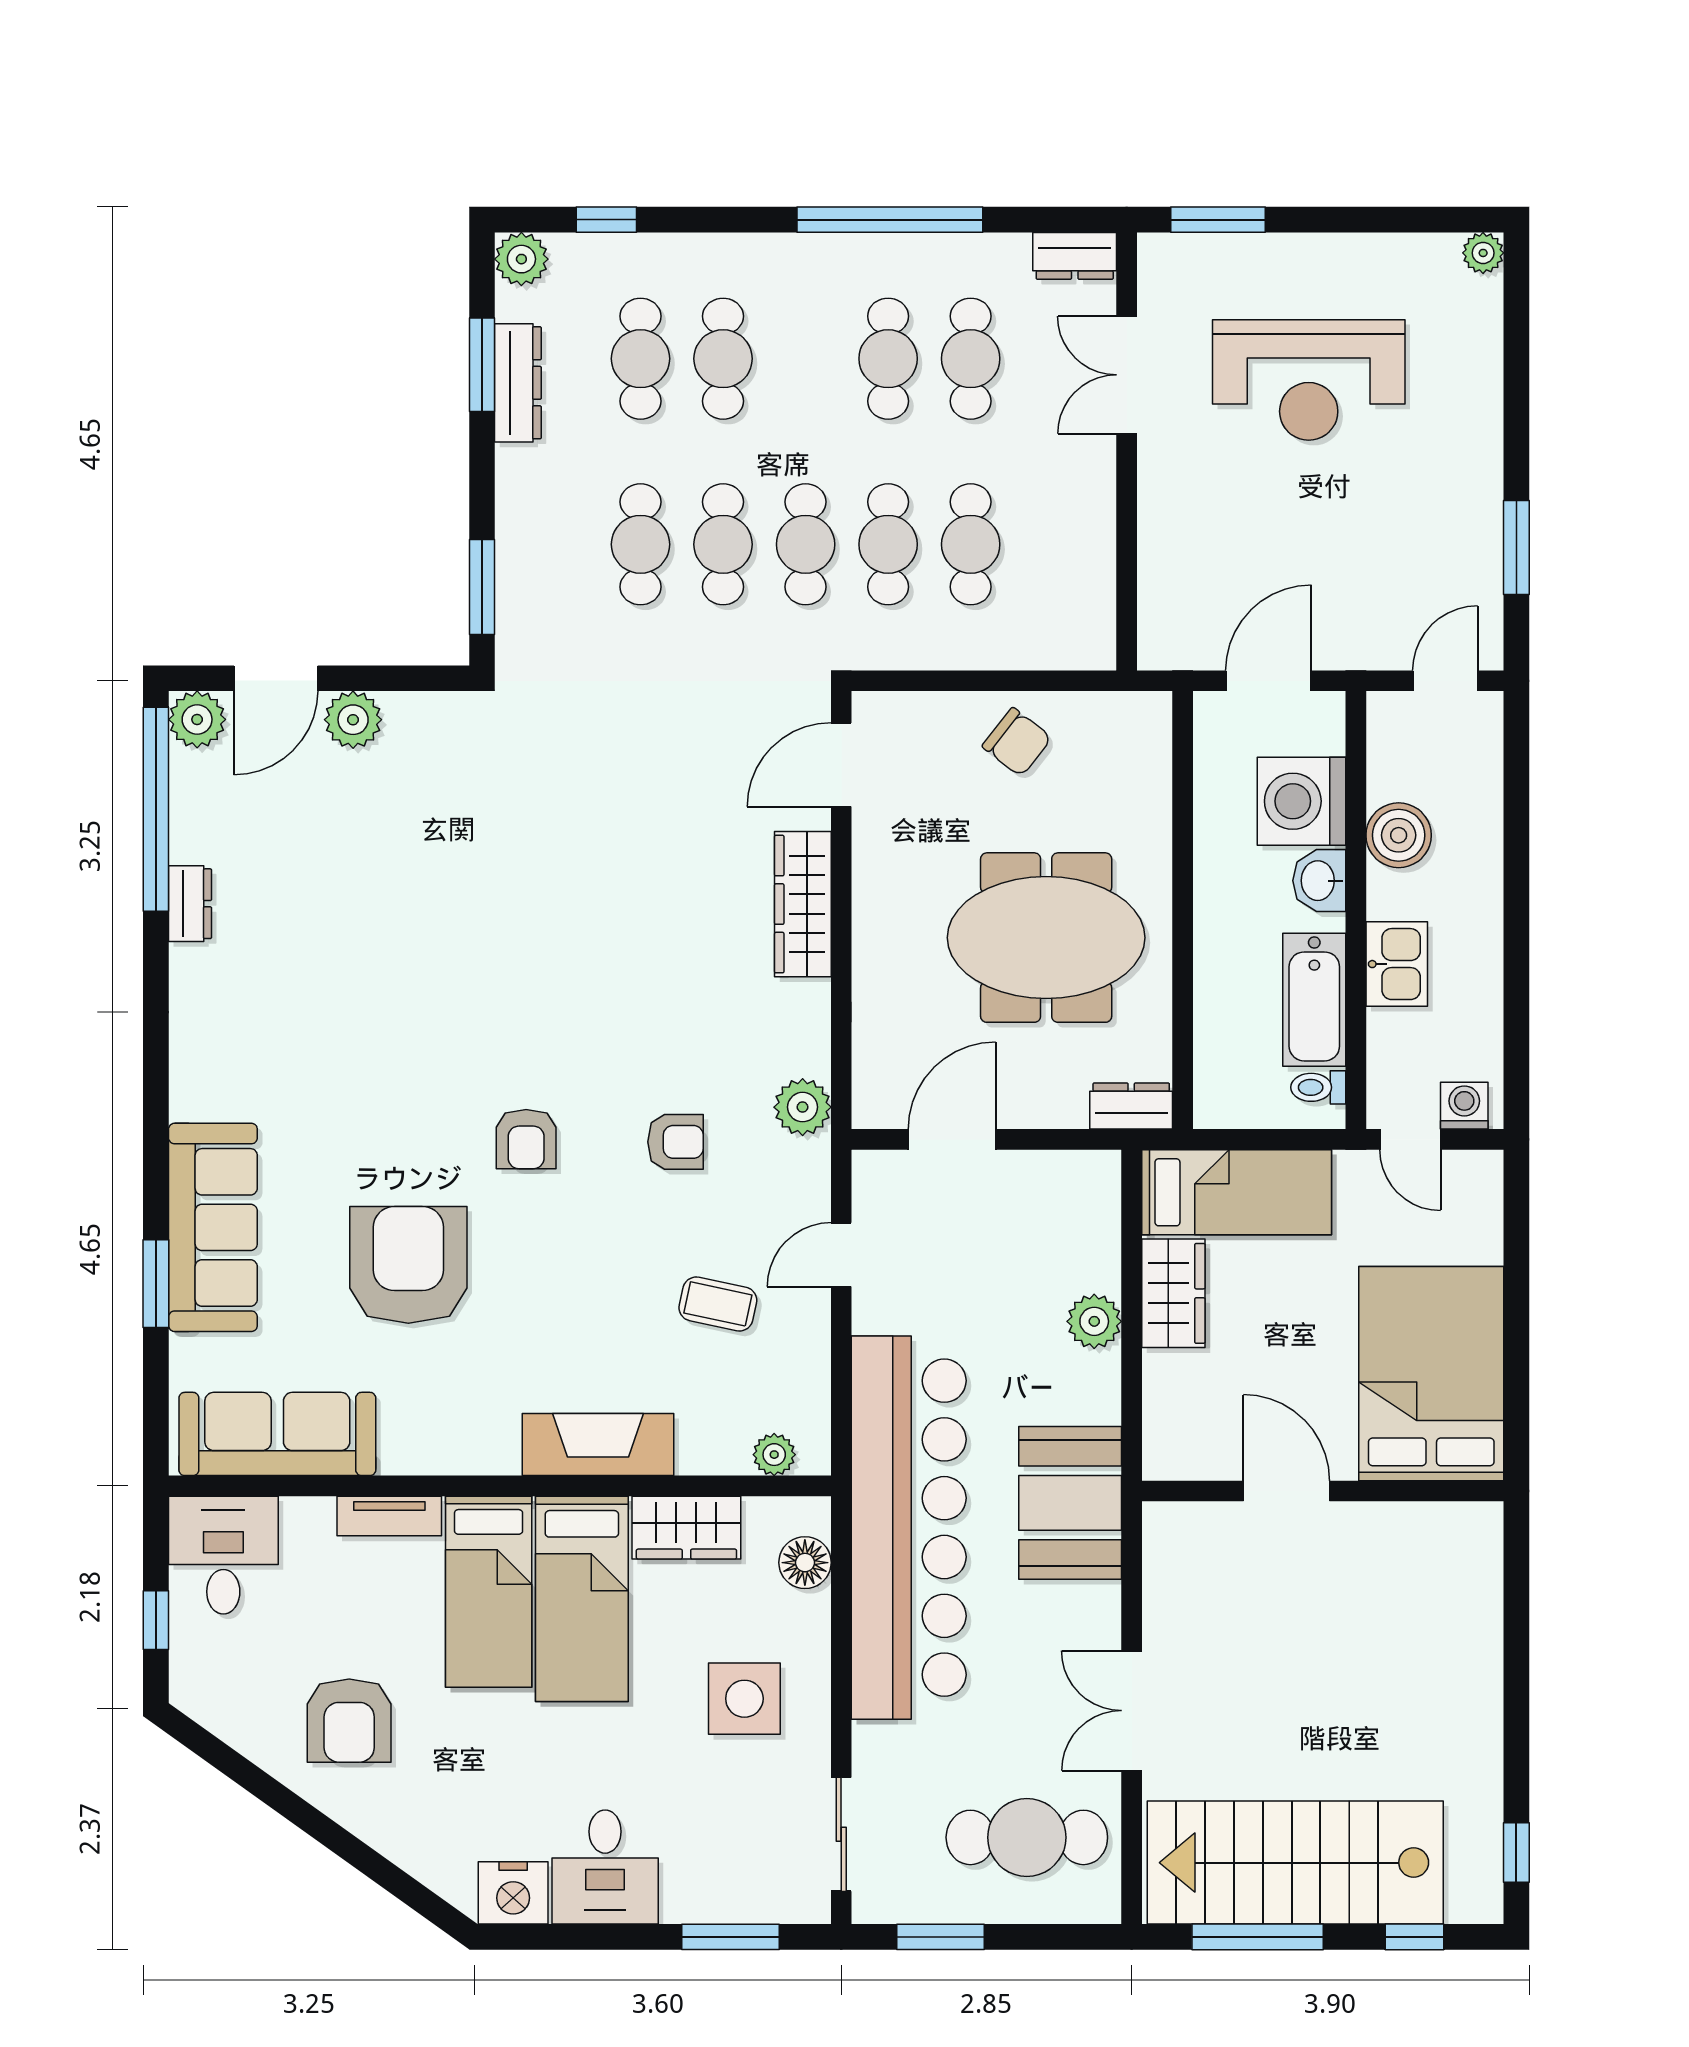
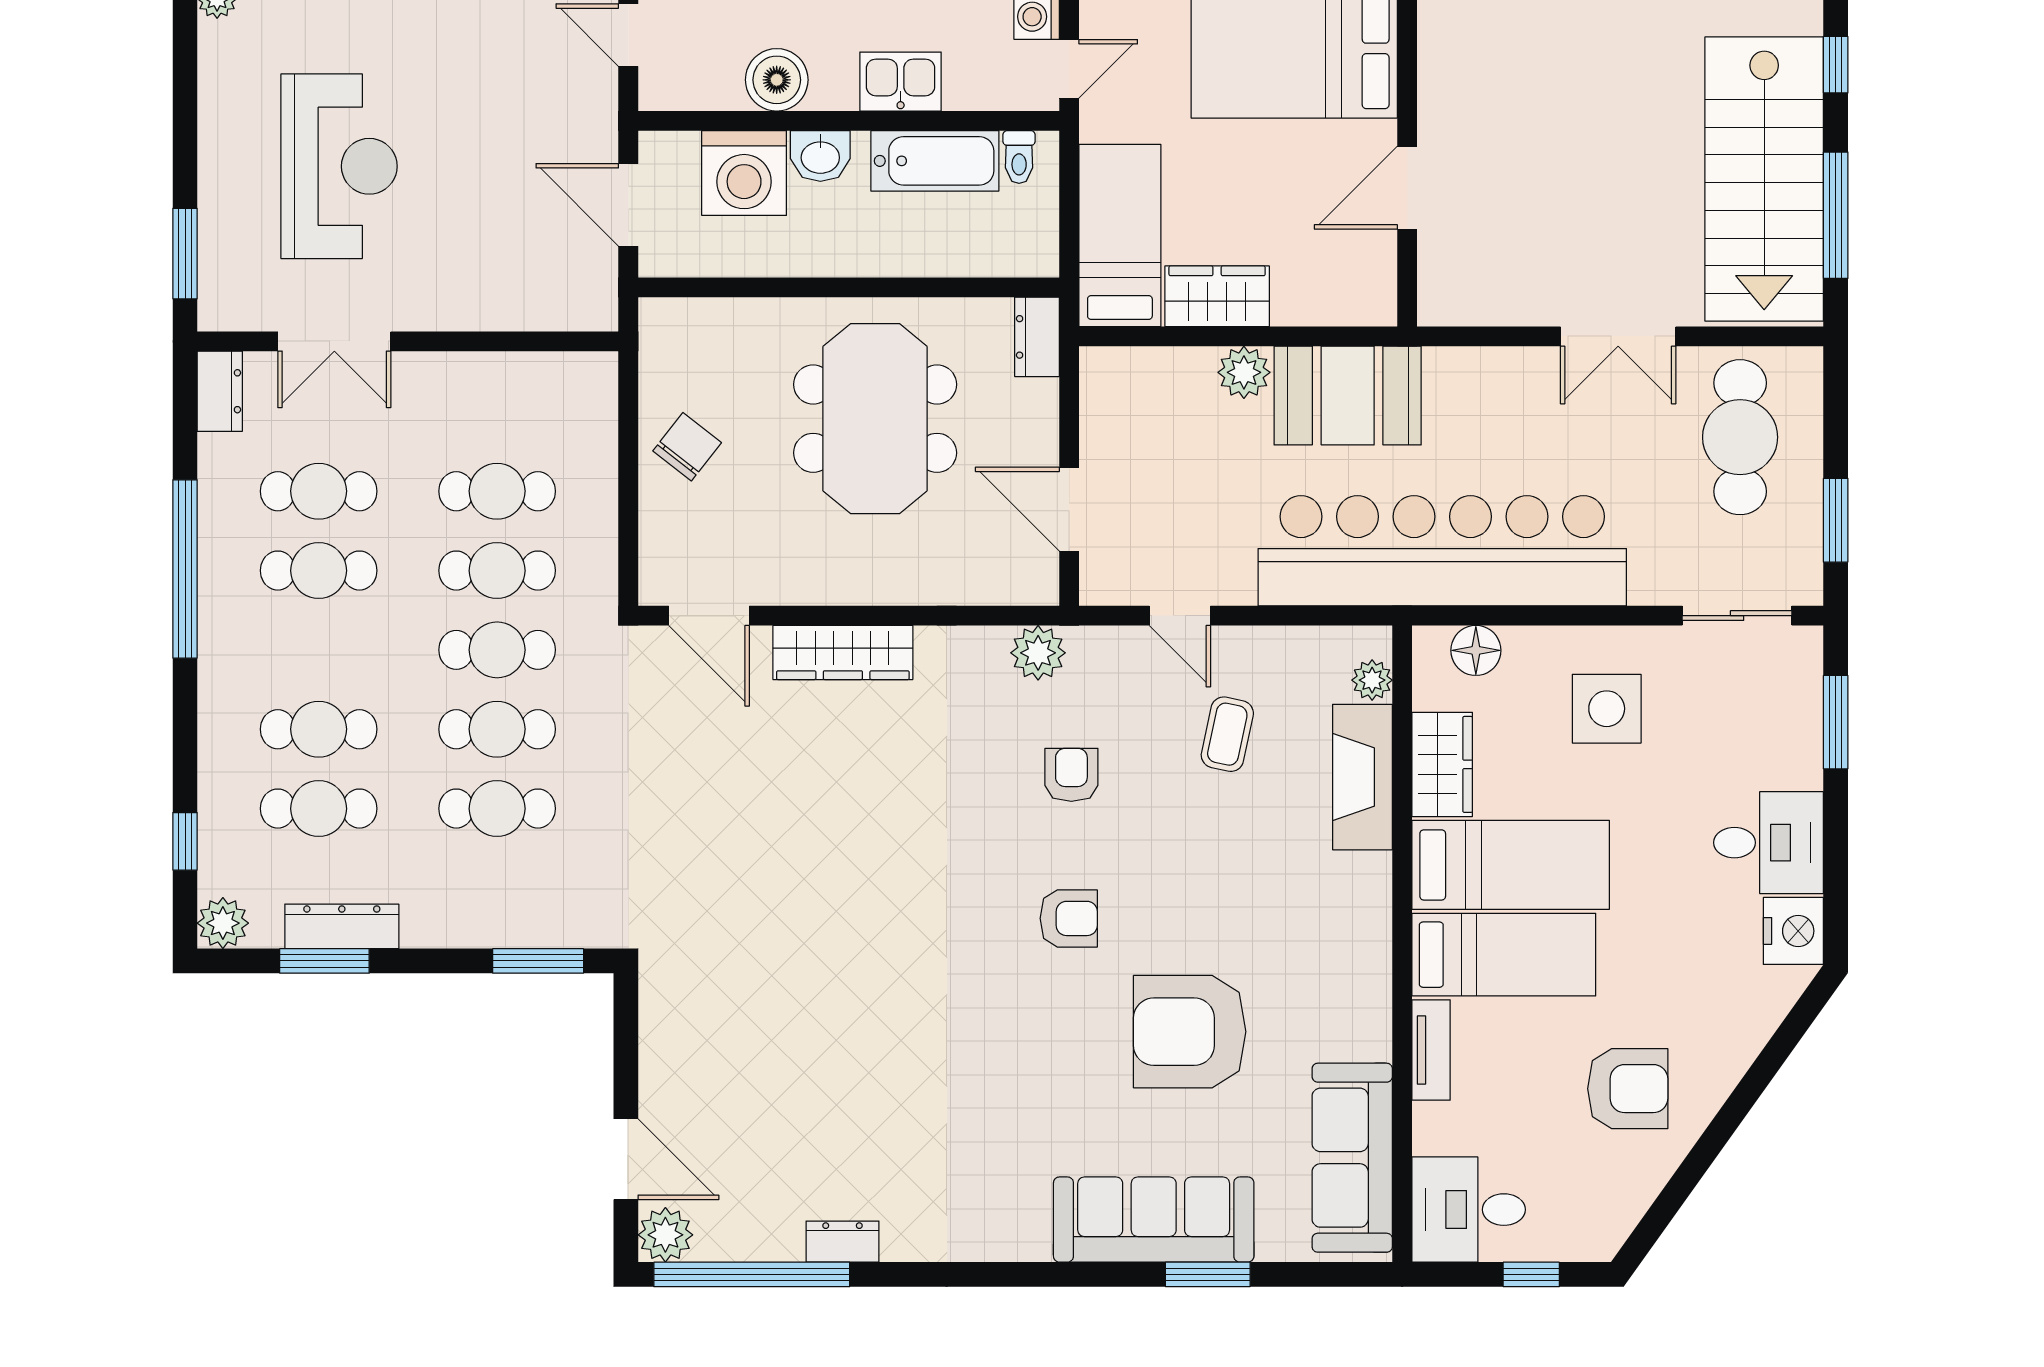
plant: (353, 720) -> (666, 1085), removed
fireplace: (598, 1445) -> (1362, 777), moved
booth: (1070, 1503) -> (1348, 396), moved

